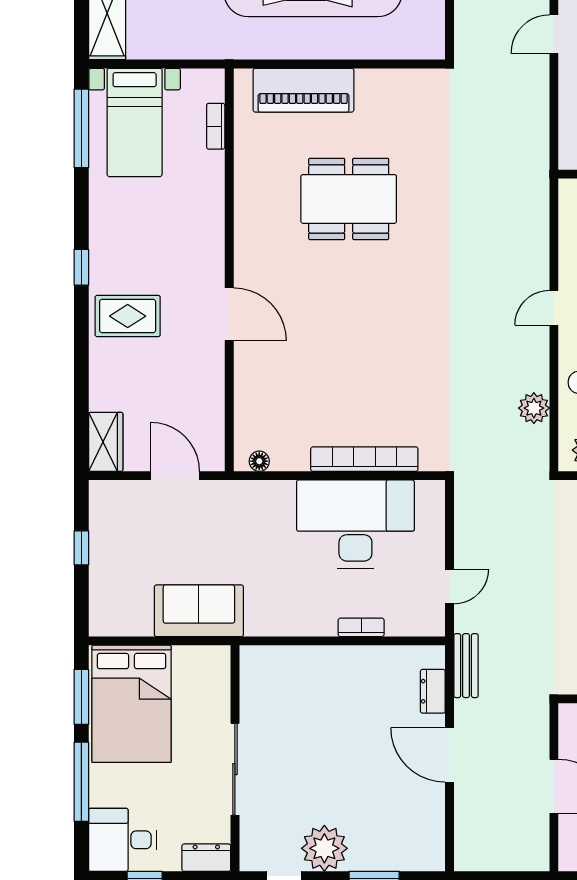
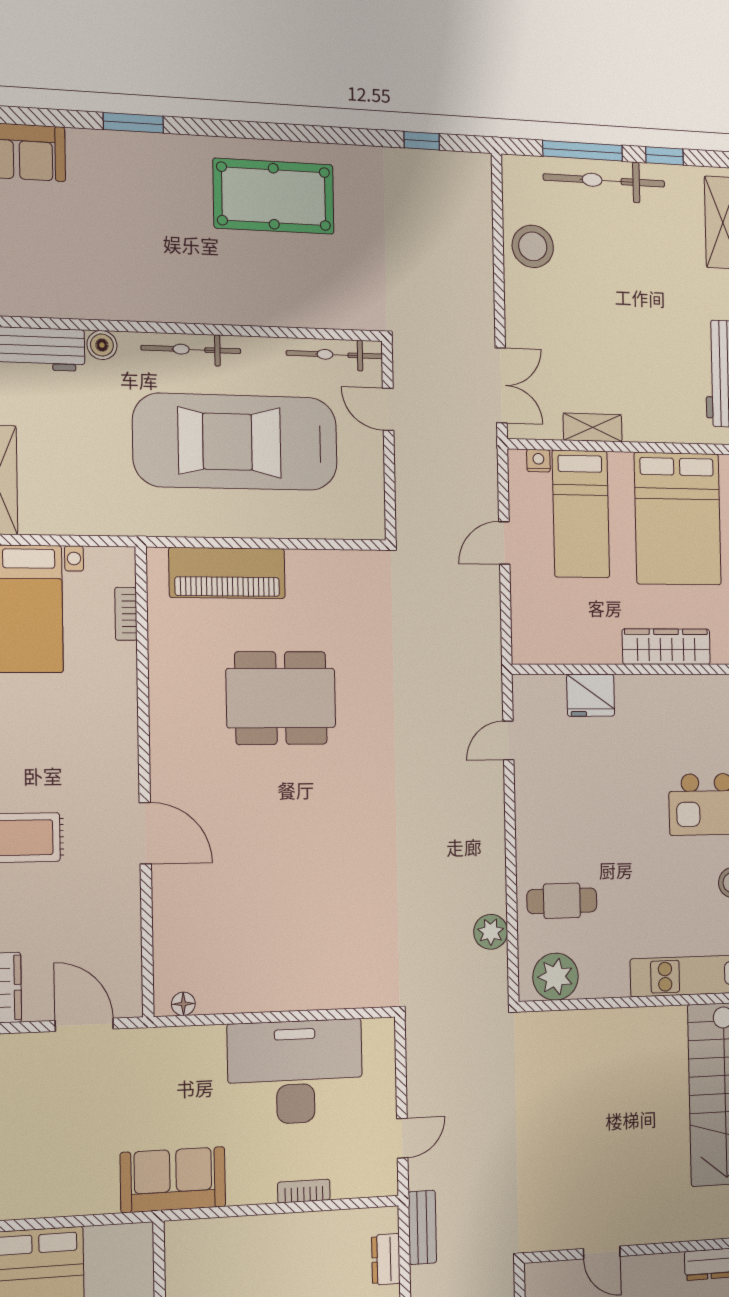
door: (554, 34) -> (504, 543), moved
door: (554, 308) -> (508, 740), moved
bookcase: (364, 459) -> (304, 997), removed
sofa: (199, 611) -> (173, 1180), moved

